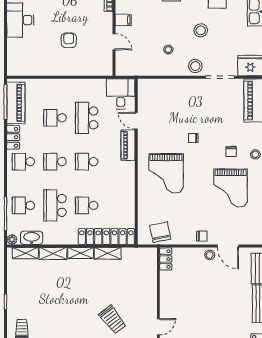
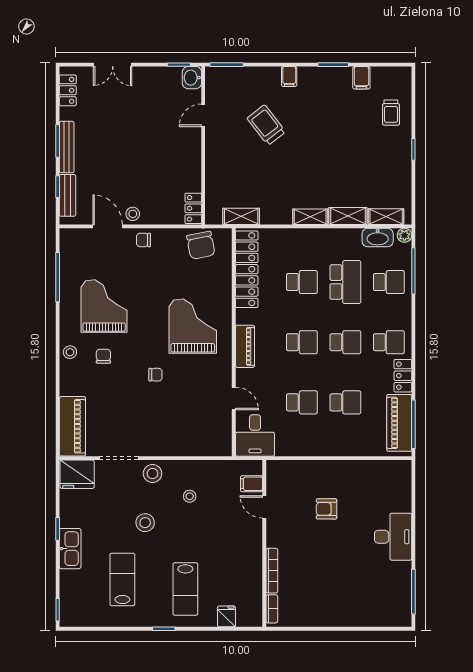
filing cabinet: (123, 20) -> (252, 484), moved
armchair: (69, 40) -> (327, 509), turned 90
school desk: (87, 118) -> (302, 402), width x0.54
piano: (128, 145) -> (245, 346), moved
locker: (106, 237) -> (247, 269), moved, turned -90
shelving: (108, 253) -> (241, 216), moved

